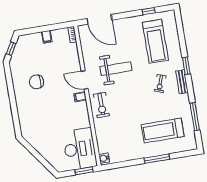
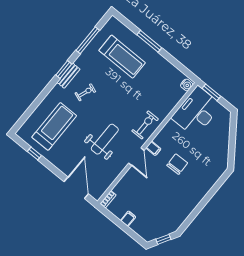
window: (186, 66) -> (64, 69), moved
weight bench: (116, 69) -> (105, 139), turned 90
chair: (36, 82) -> (177, 164), moved, turned -92

